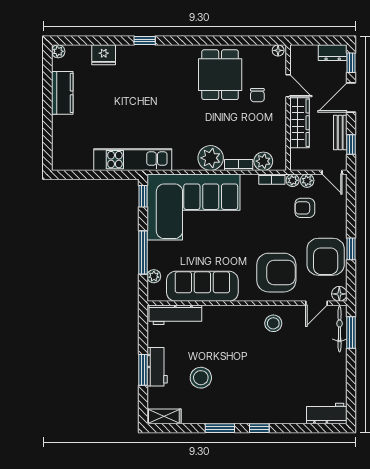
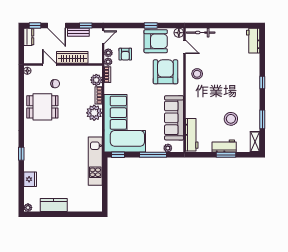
door: (288, 86) -> (49, 65), hinge flipped
window: (351, 333) -> (203, 25), removed
window: (220, 428) -> (262, 119), moved

